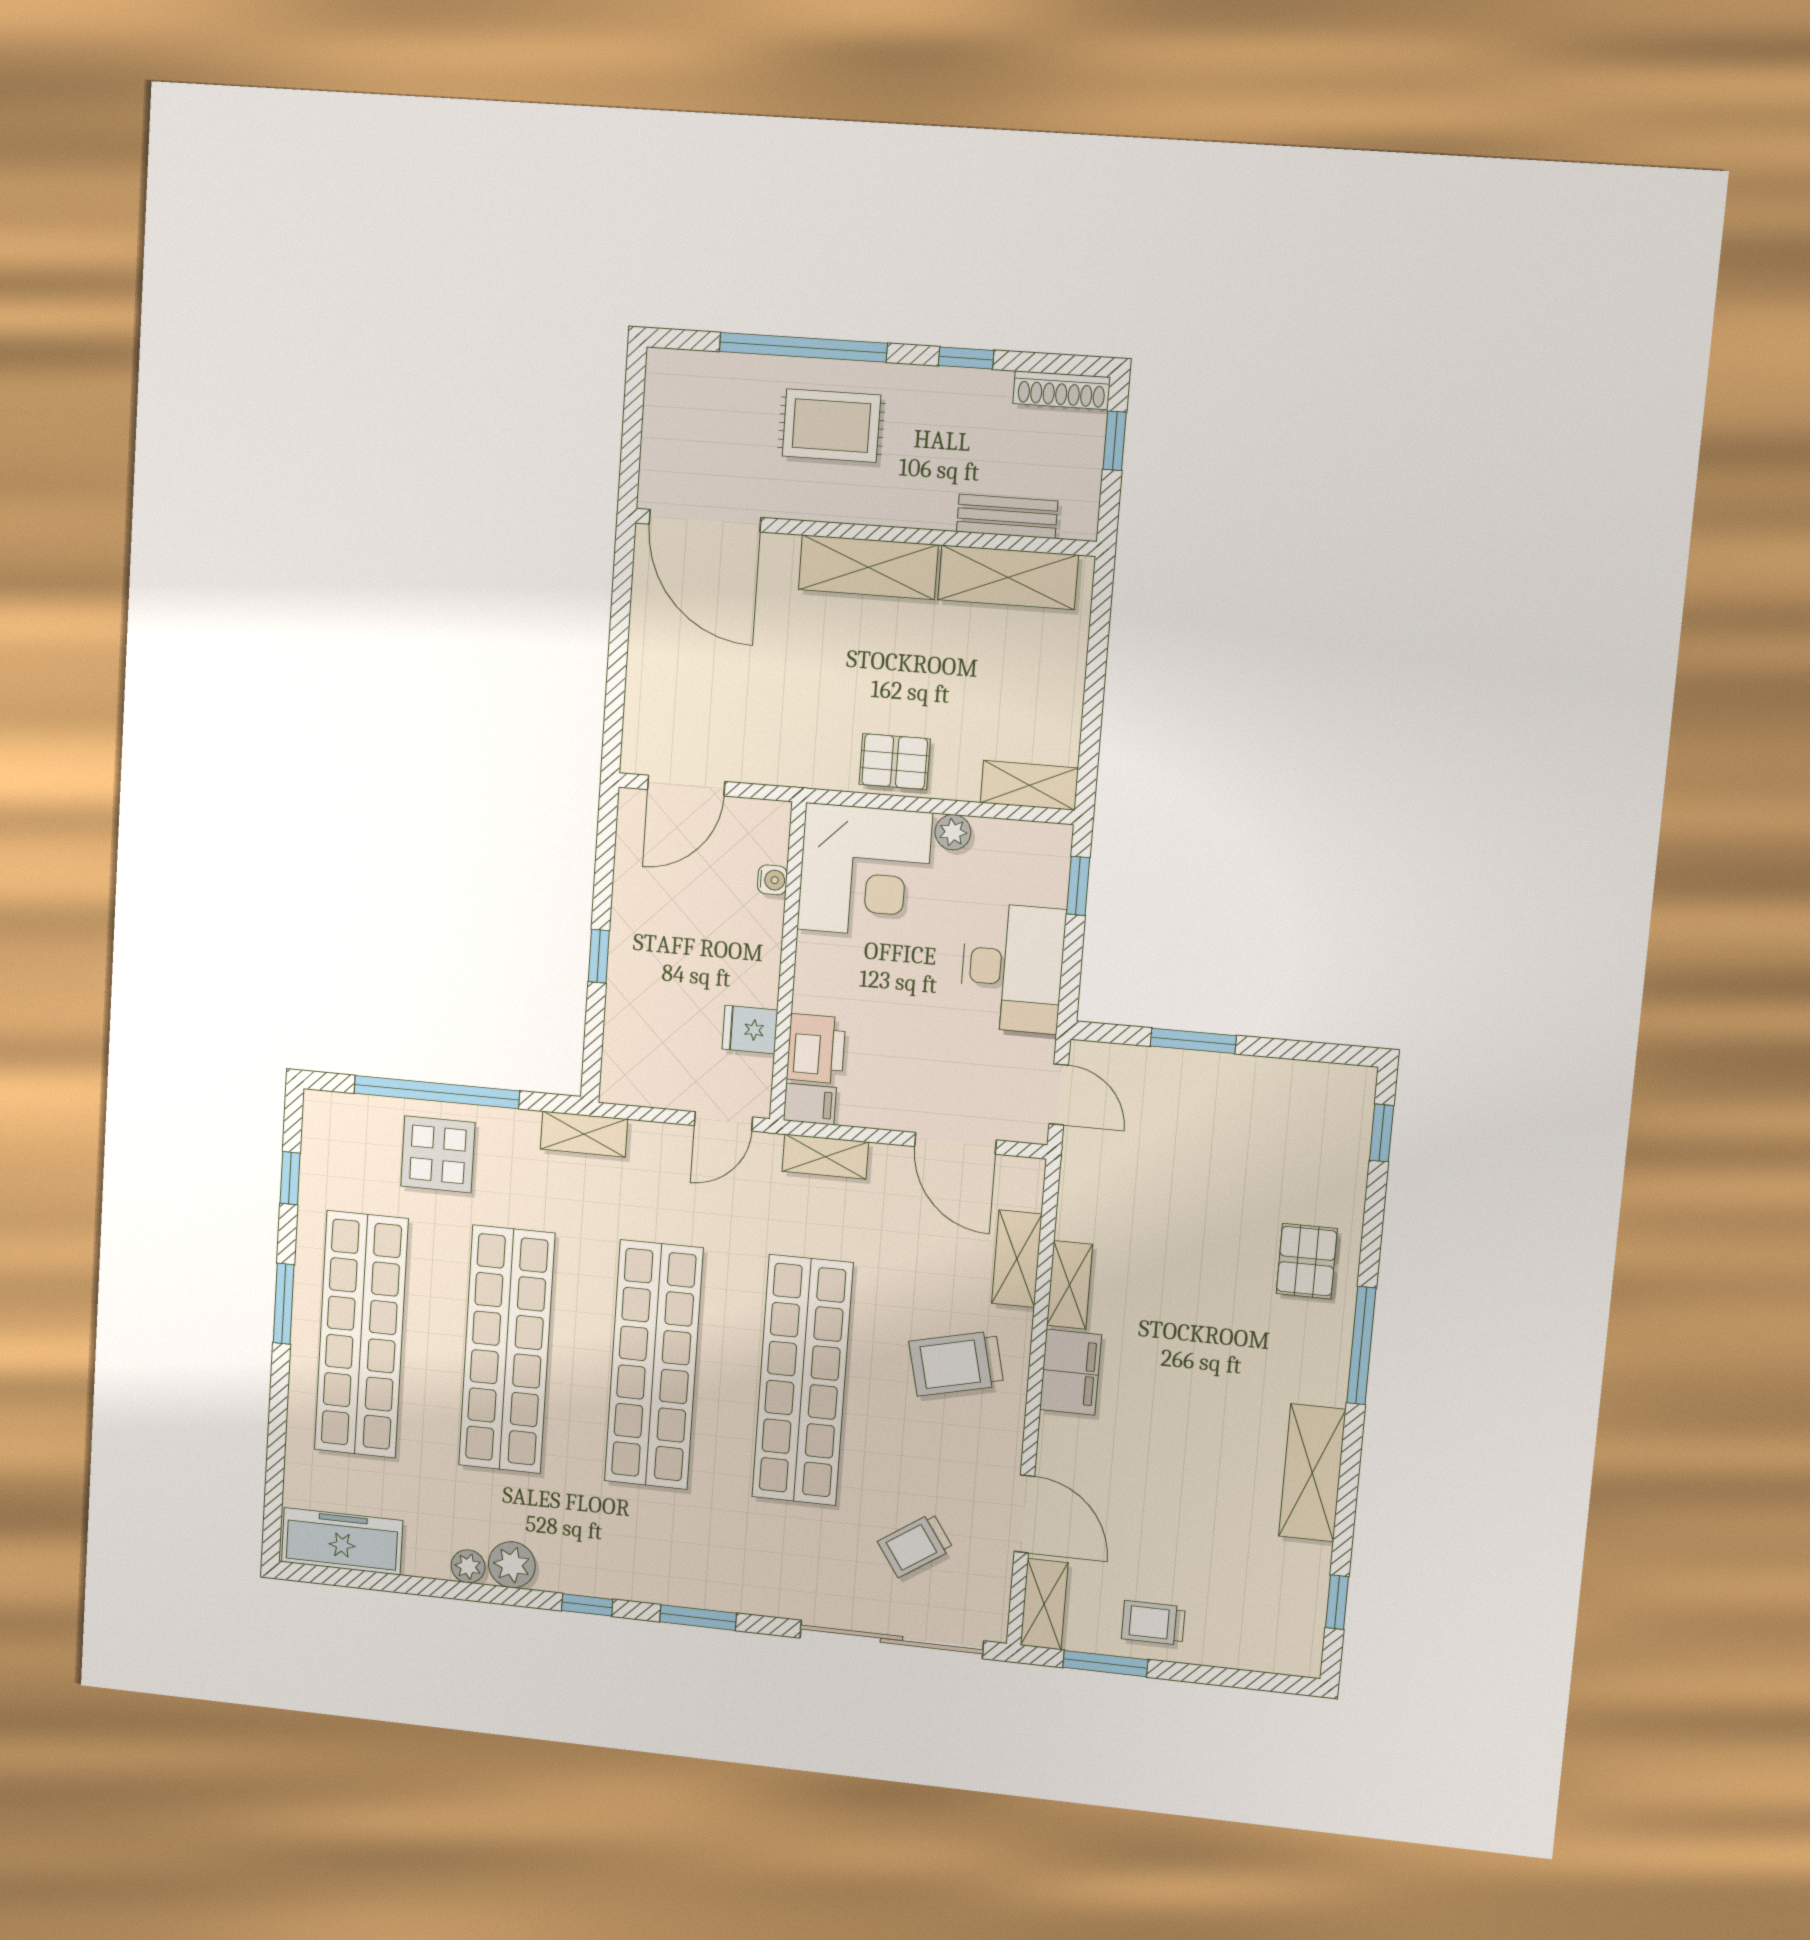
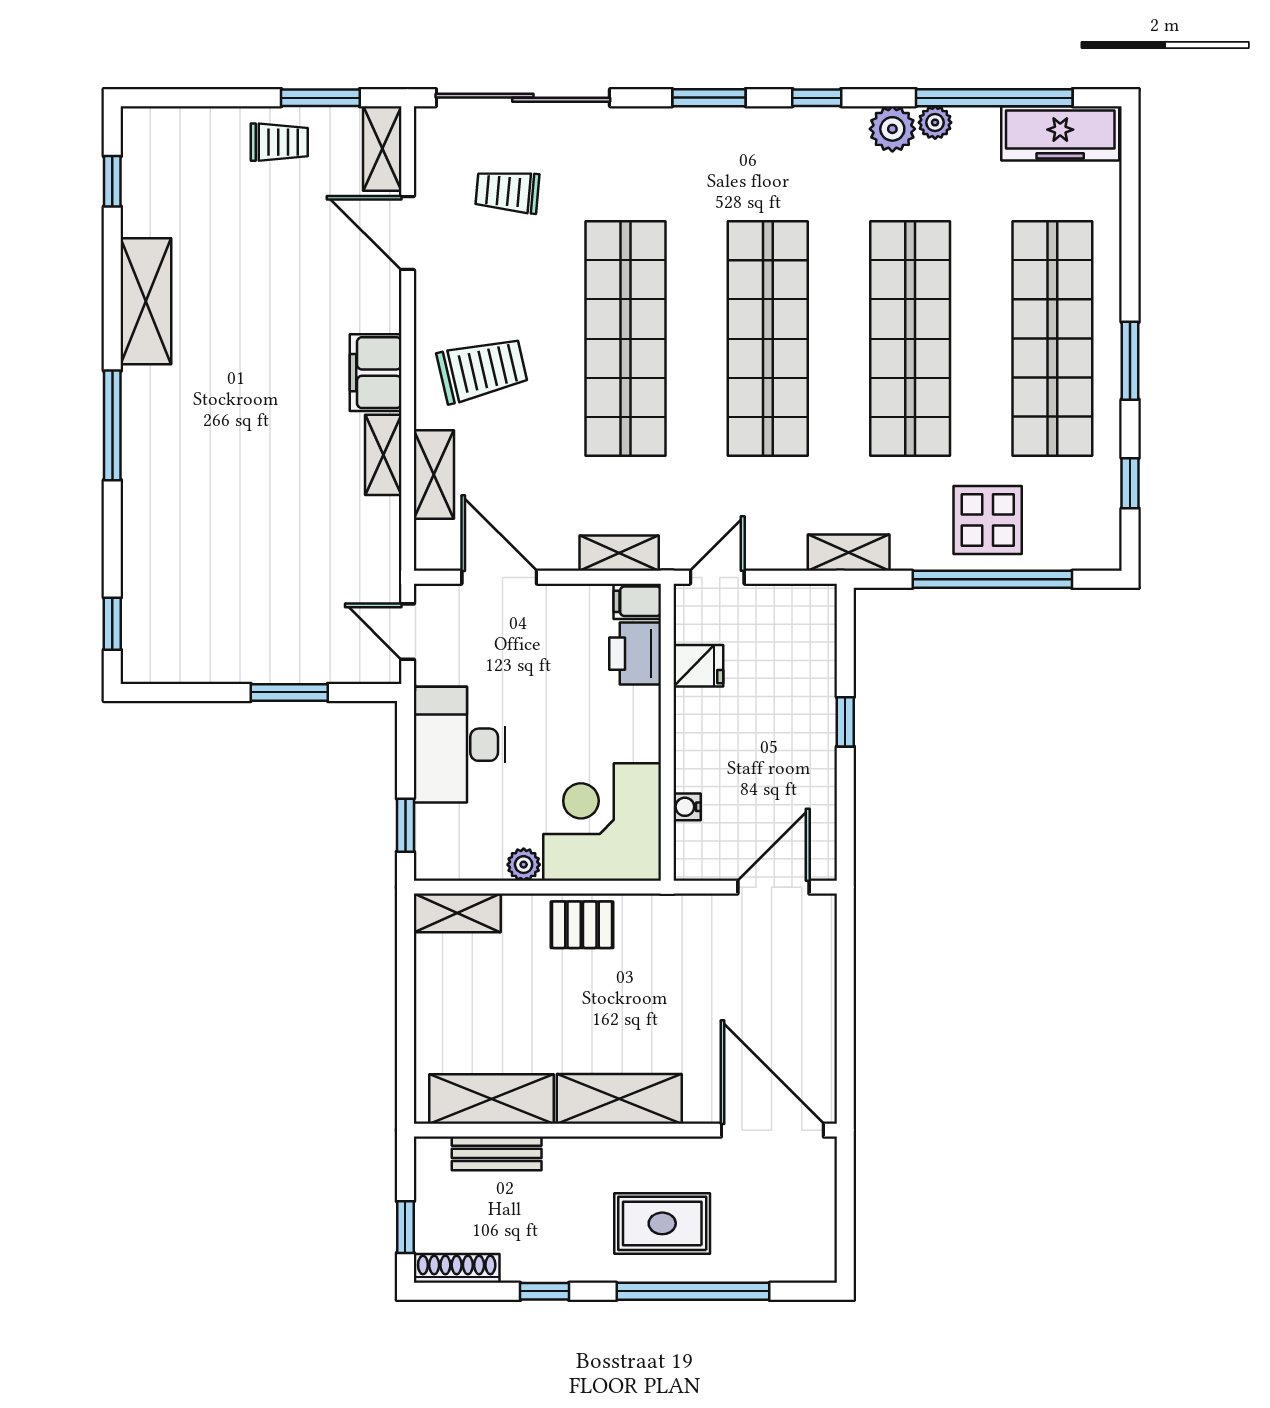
pallet: (1307, 1261) -> (169, 499), removed
trolley: (915, 1545) -> (507, 191), turned -141
window: (407, 1585) -> (994, 98), added

